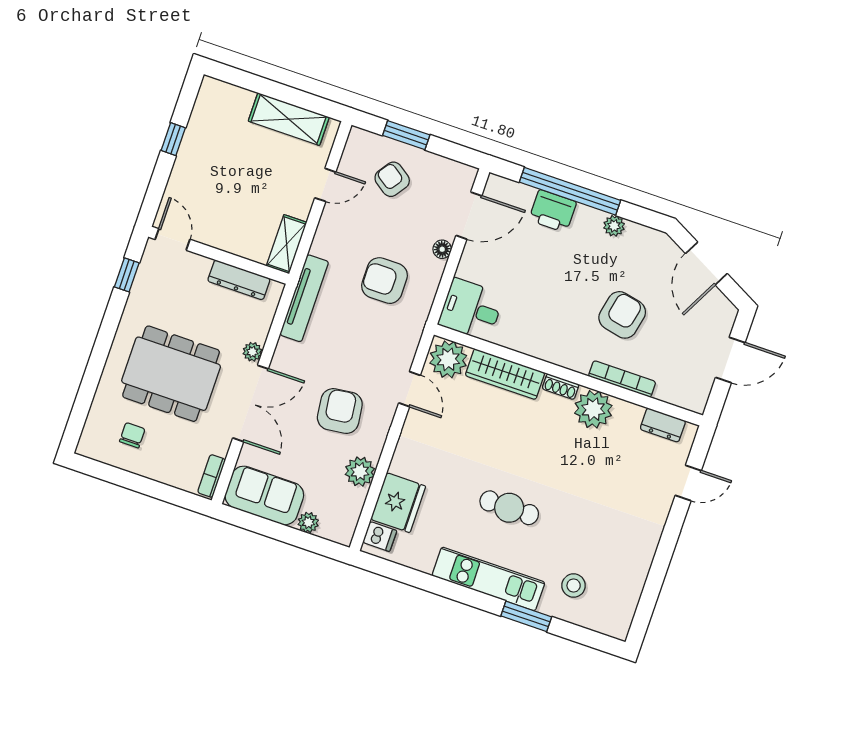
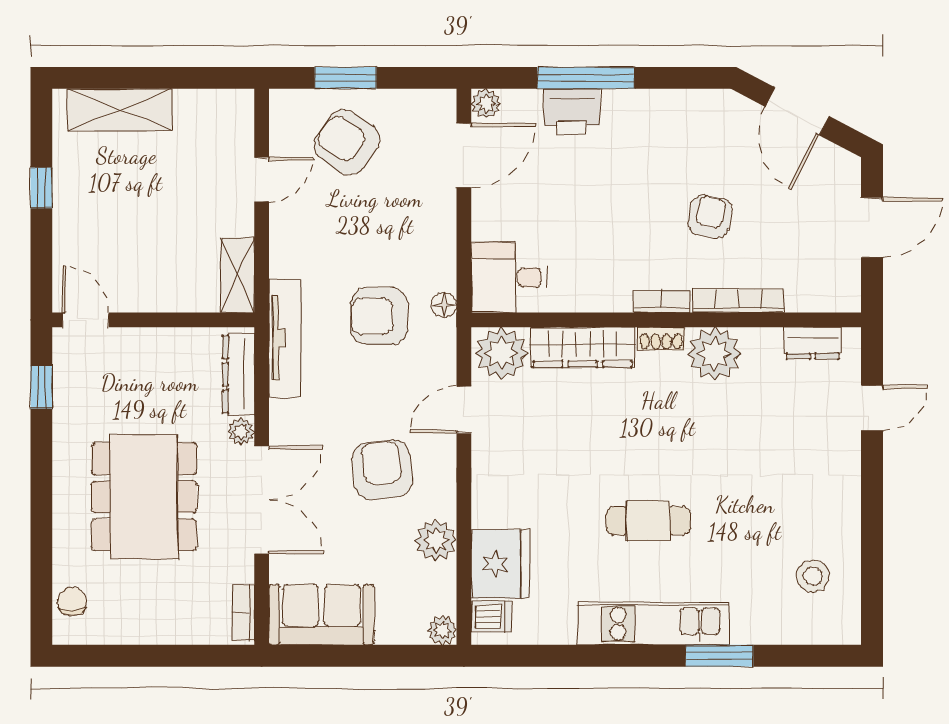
shelving: (289, 119) -> (120, 110), moved
armchair: (392, 179) -> (347, 142), width x1.38, depth x1.38
window: (570, 191) -> (586, 78), width x0.68
plant: (614, 226) -> (486, 104), moved
floor lamp: (442, 249) -> (444, 305), moved
dresser: (239, 280) -> (238, 374), moved, turned 90
armchair: (384, 281) -> (379, 316), moved
armchair: (622, 315) -> (710, 217), width x0.72, depth x0.72
bookcase: (570, 361) -> (662, 301), added
dining table: (171, 374) -> (144, 497), turned 90
door: (409, 389) -> (464, 410), swing flipped
chair: (132, 435) -> (72, 601), moved
plant: (308, 522) -> (442, 630), moved
stool: (574, 586) -> (813, 576), moved

